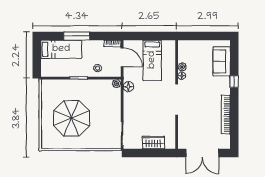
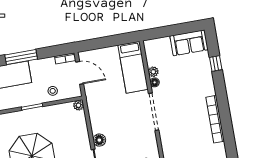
bed: (152, 60) -> (133, 67), moved
sofa: (222, 61) -> (189, 43), moved, turned -90
window: (234, 82) -> (216, 63), moved
floor lamp: (128, 87) -> (99, 140), moved

